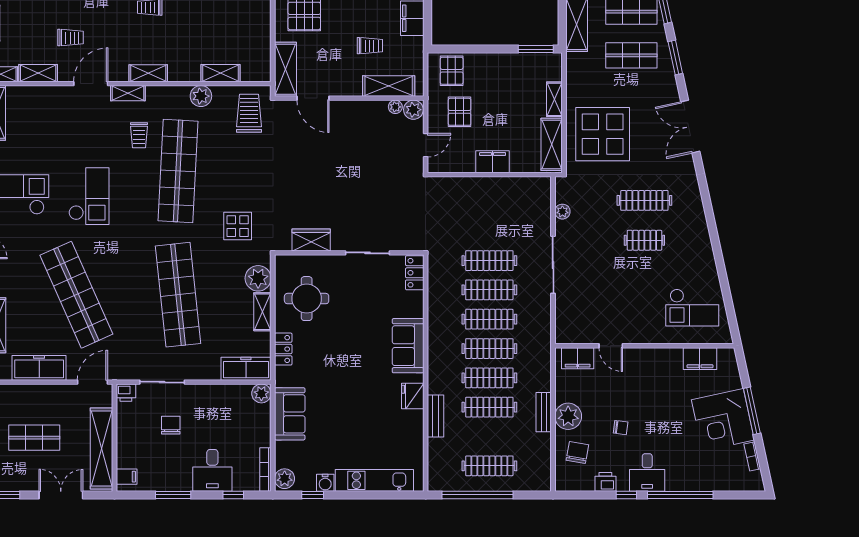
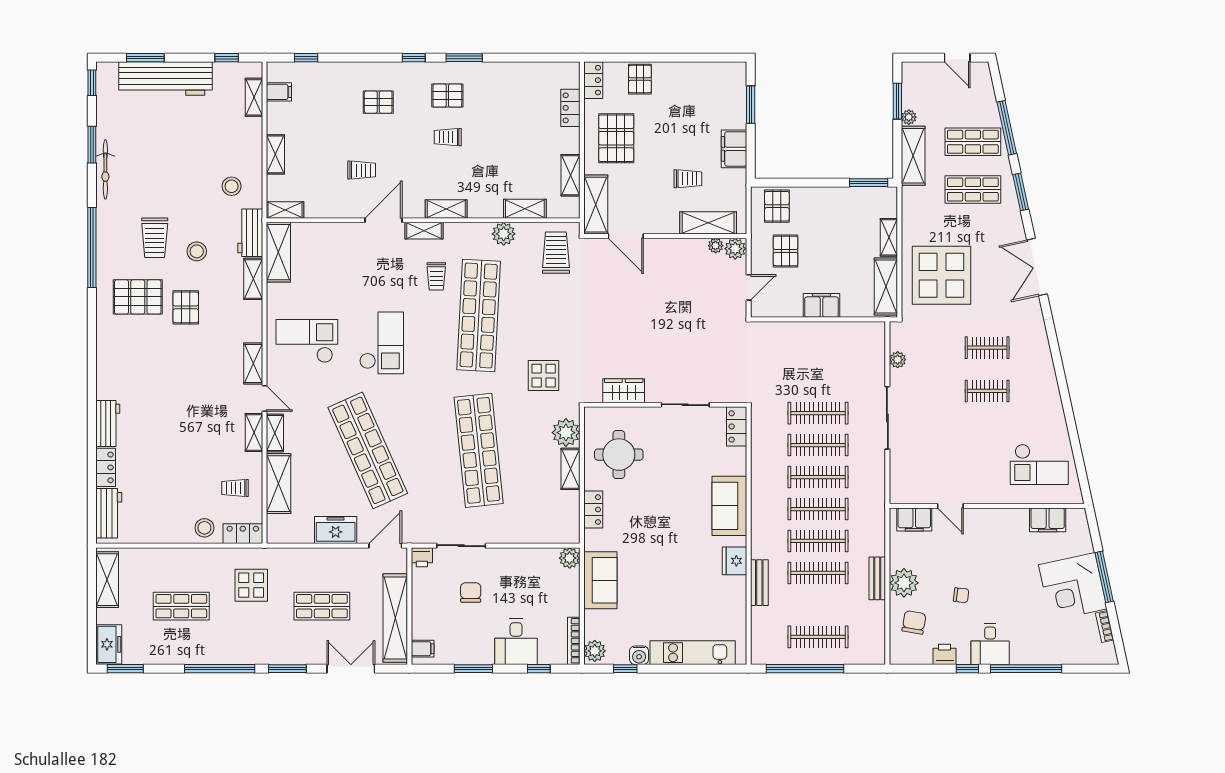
shelving: (38, 73) -> (571, 175), moved, turned 90
clothes rail: (644, 200) -> (987, 348), width x0.73
freezer: (39, 368) -> (336, 530), width x0.71
freezer: (246, 369) -> (553, 531), removed

